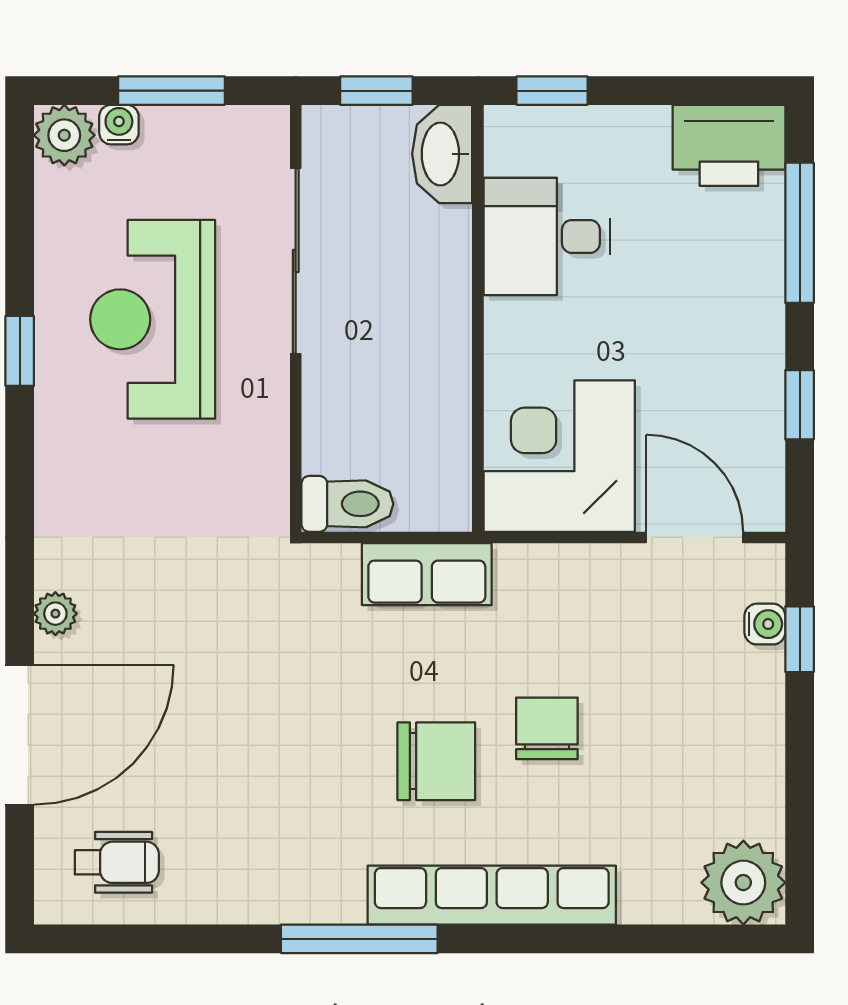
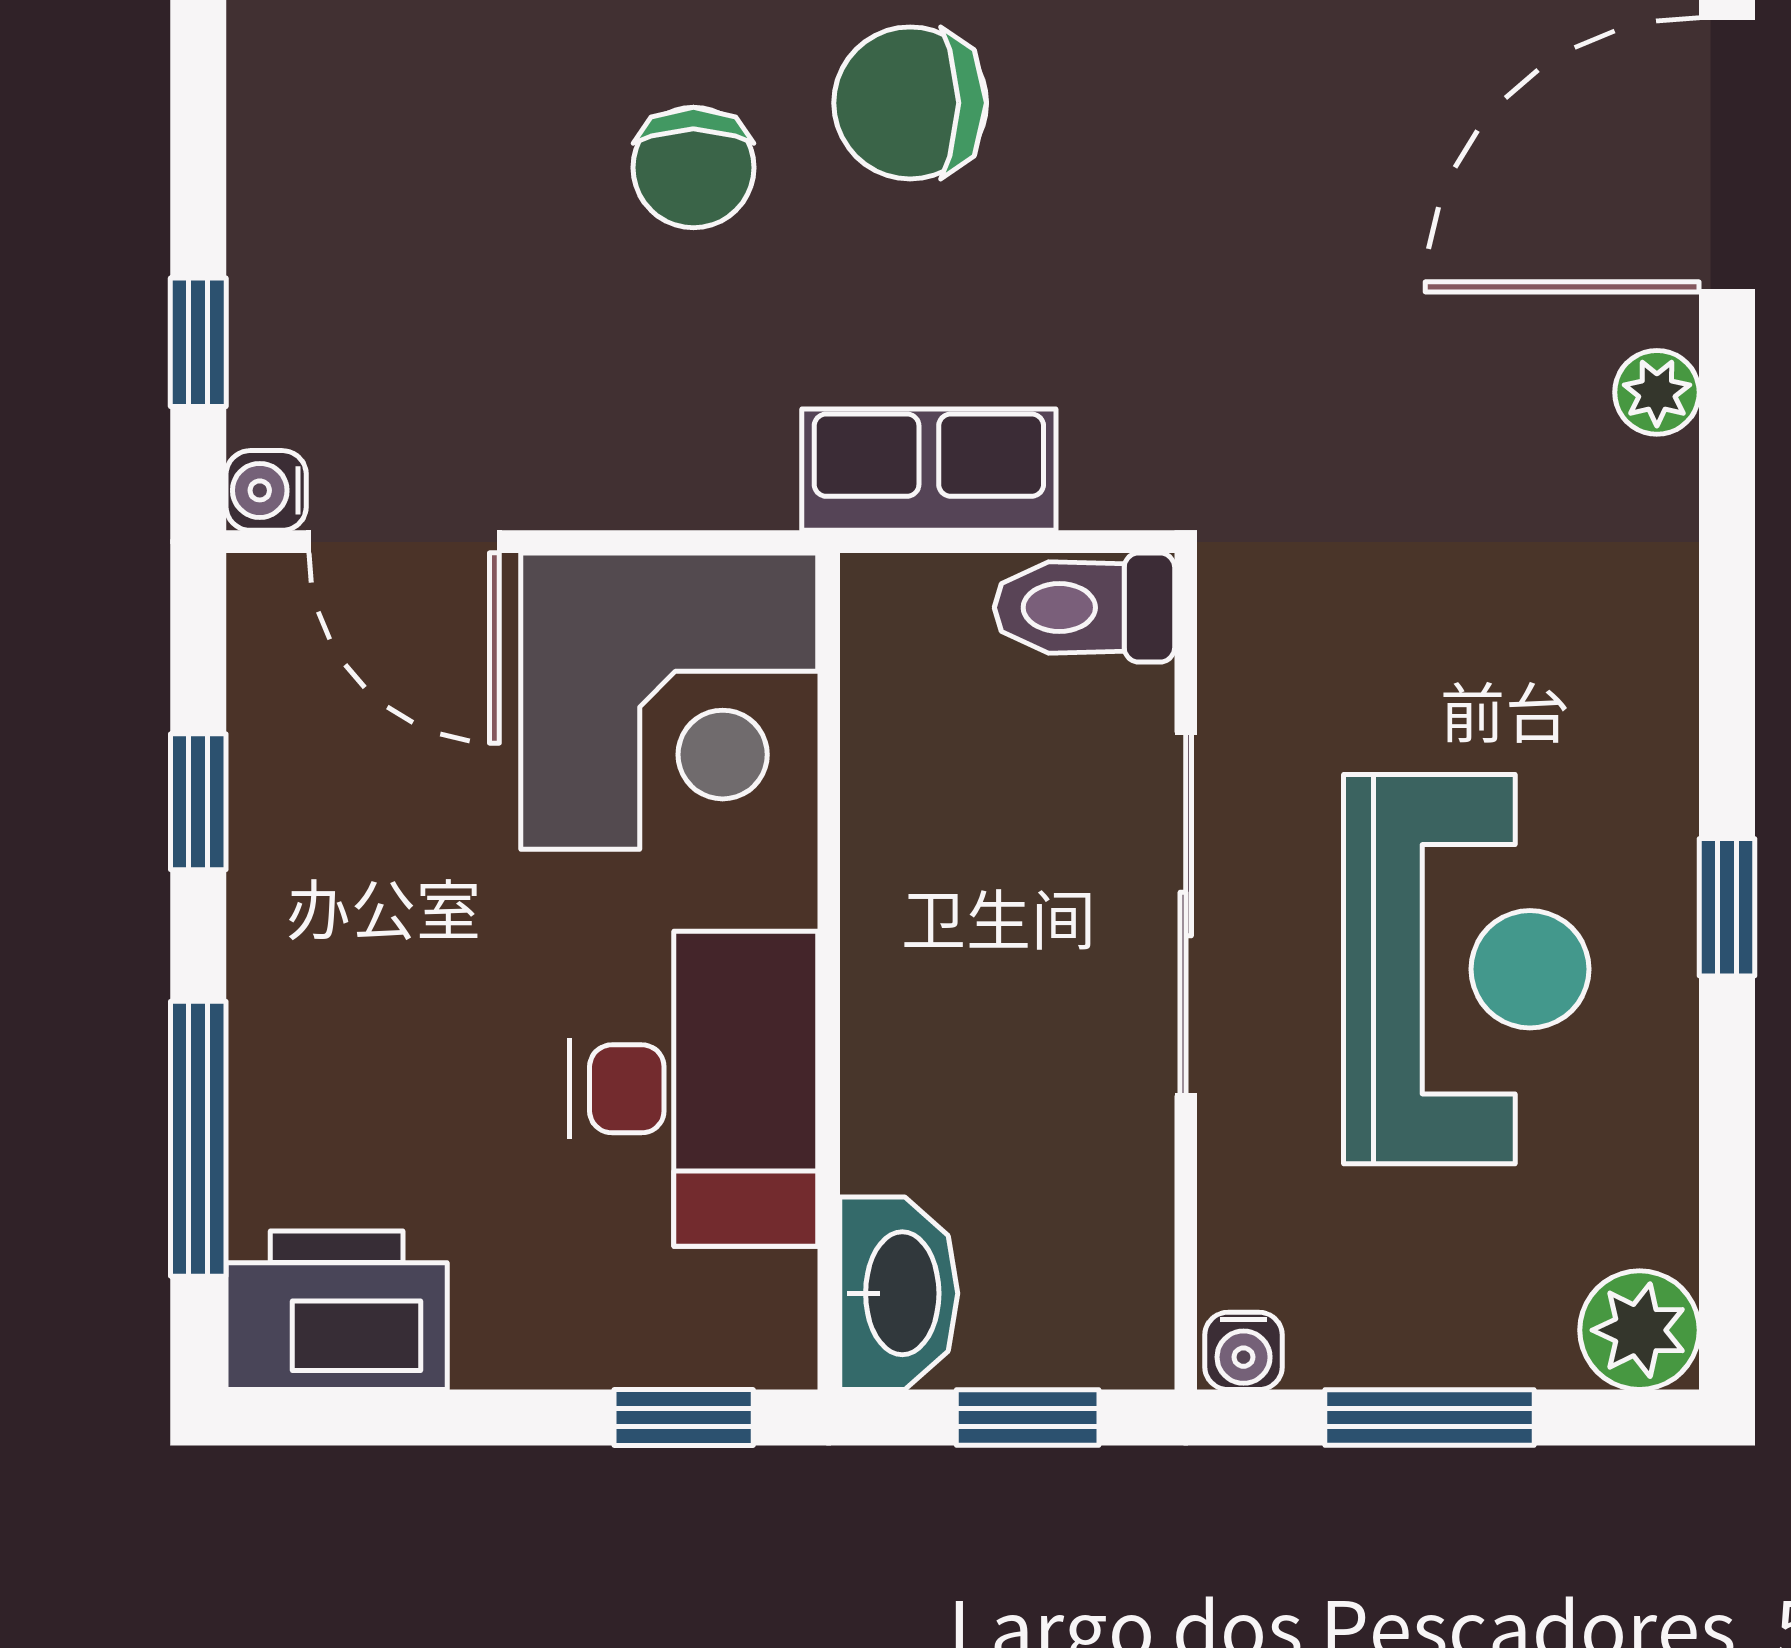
water cooler: (119, 125) -> (1244, 1351), moved
desk: (547, 236) -> (694, 1089), width x1.37
sliding door: (296, 261) -> (1186, 914), moved
water cooler: (765, 624) -> (266, 490), moved

